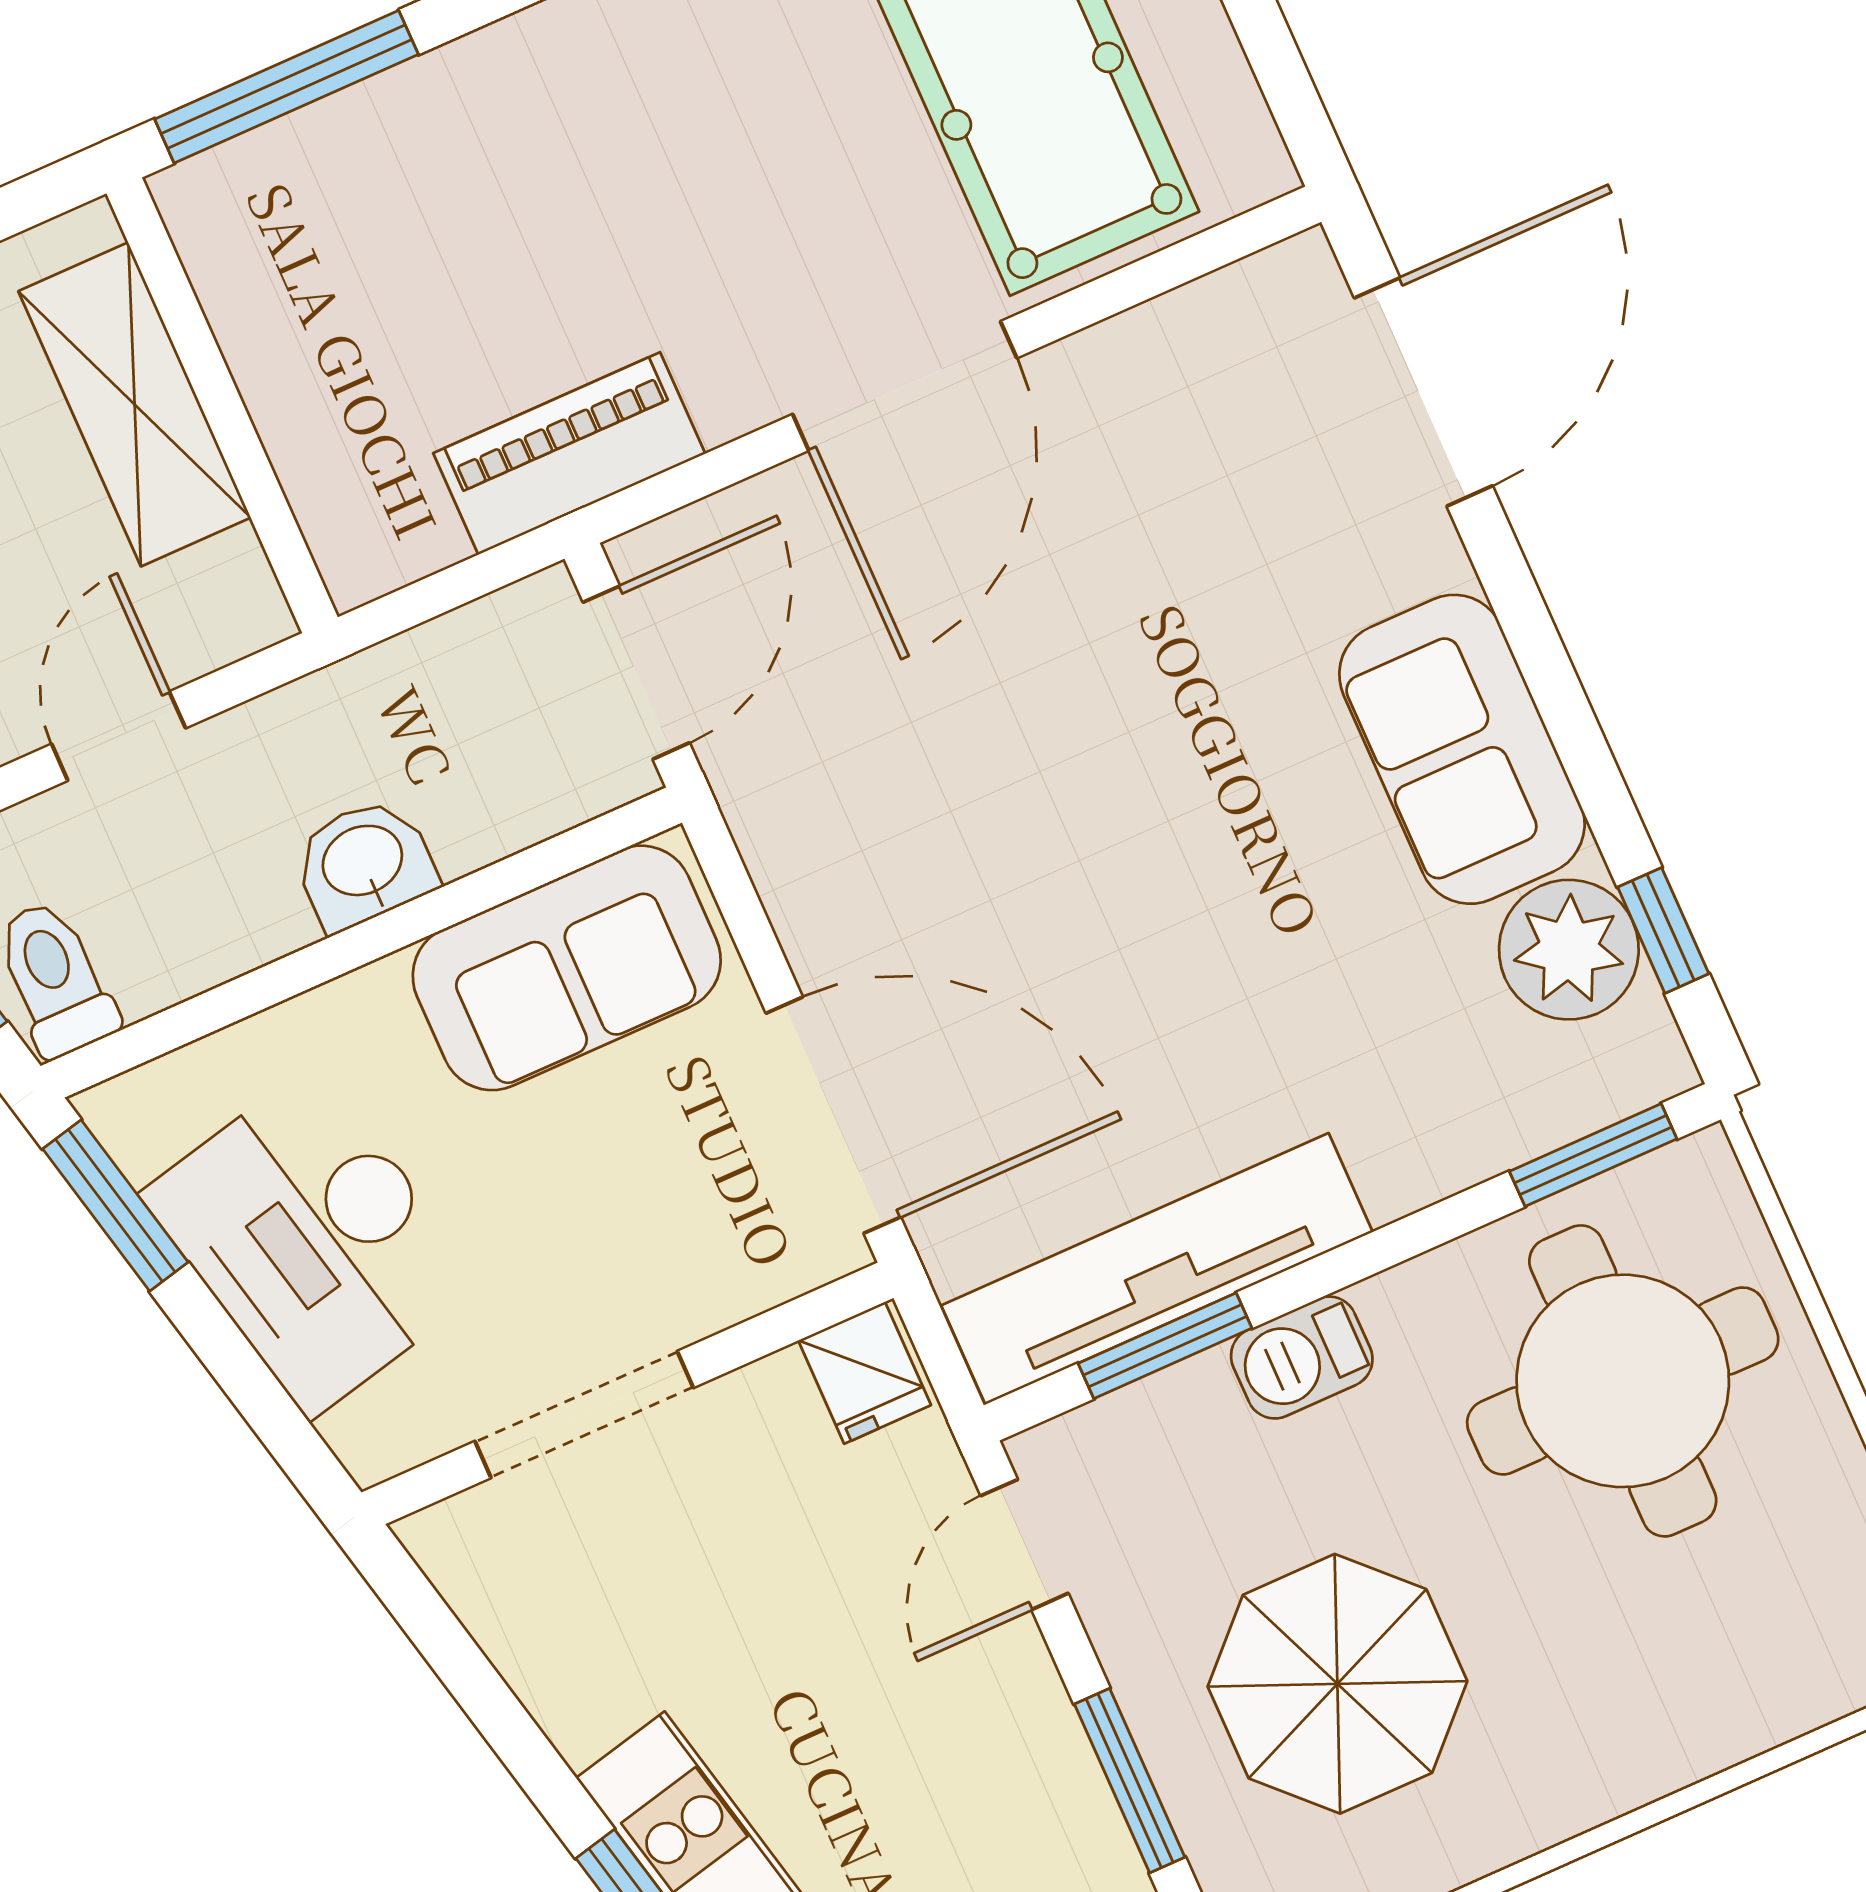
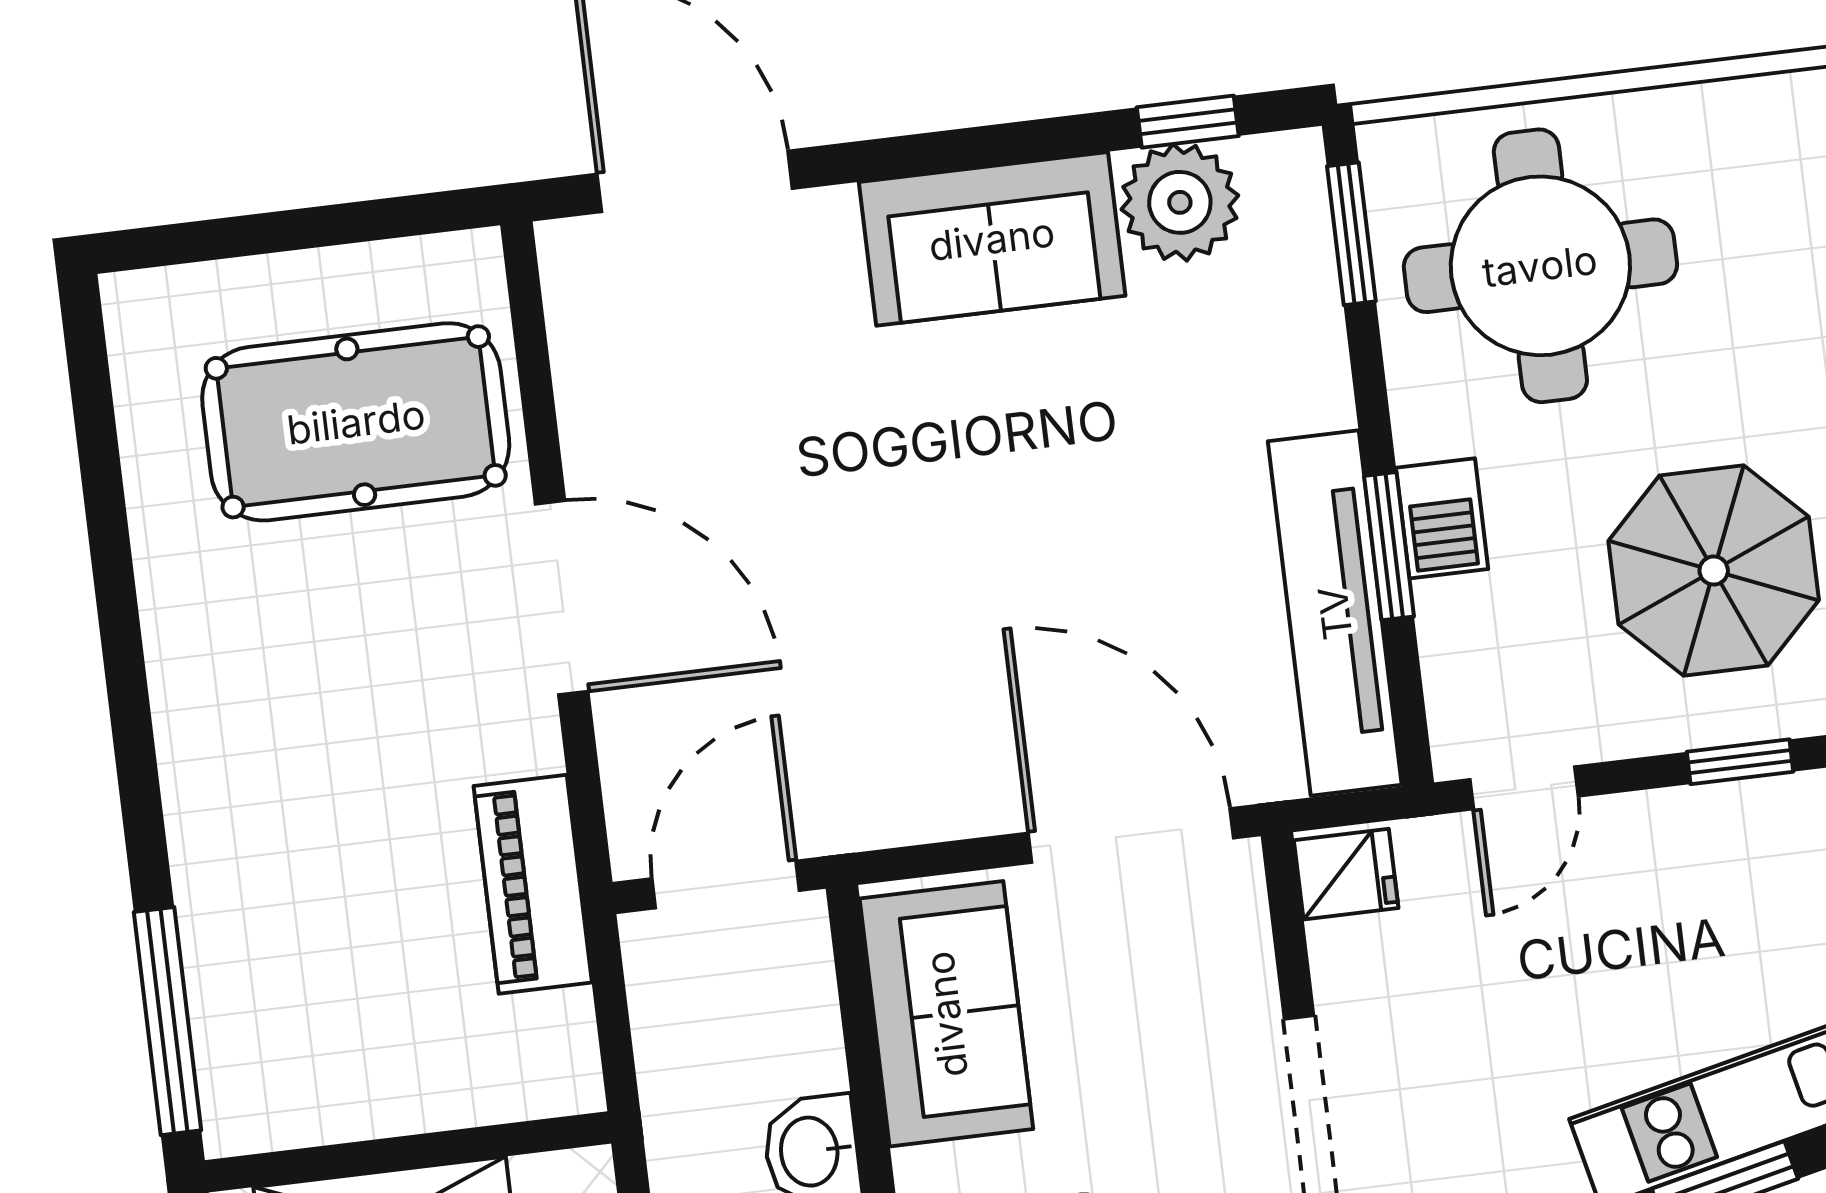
door: (636, 673) -> (726, 885), hinge flipped
door: (833, 1115) -> (1131, 836), hinge flipped
window: (1165, 1346) -> (1389, 546), moved
door: (1025, 1545) -> (1524, 788), hinge flipped
window: (1130, 1781) -> (1740, 762), width x0.67

